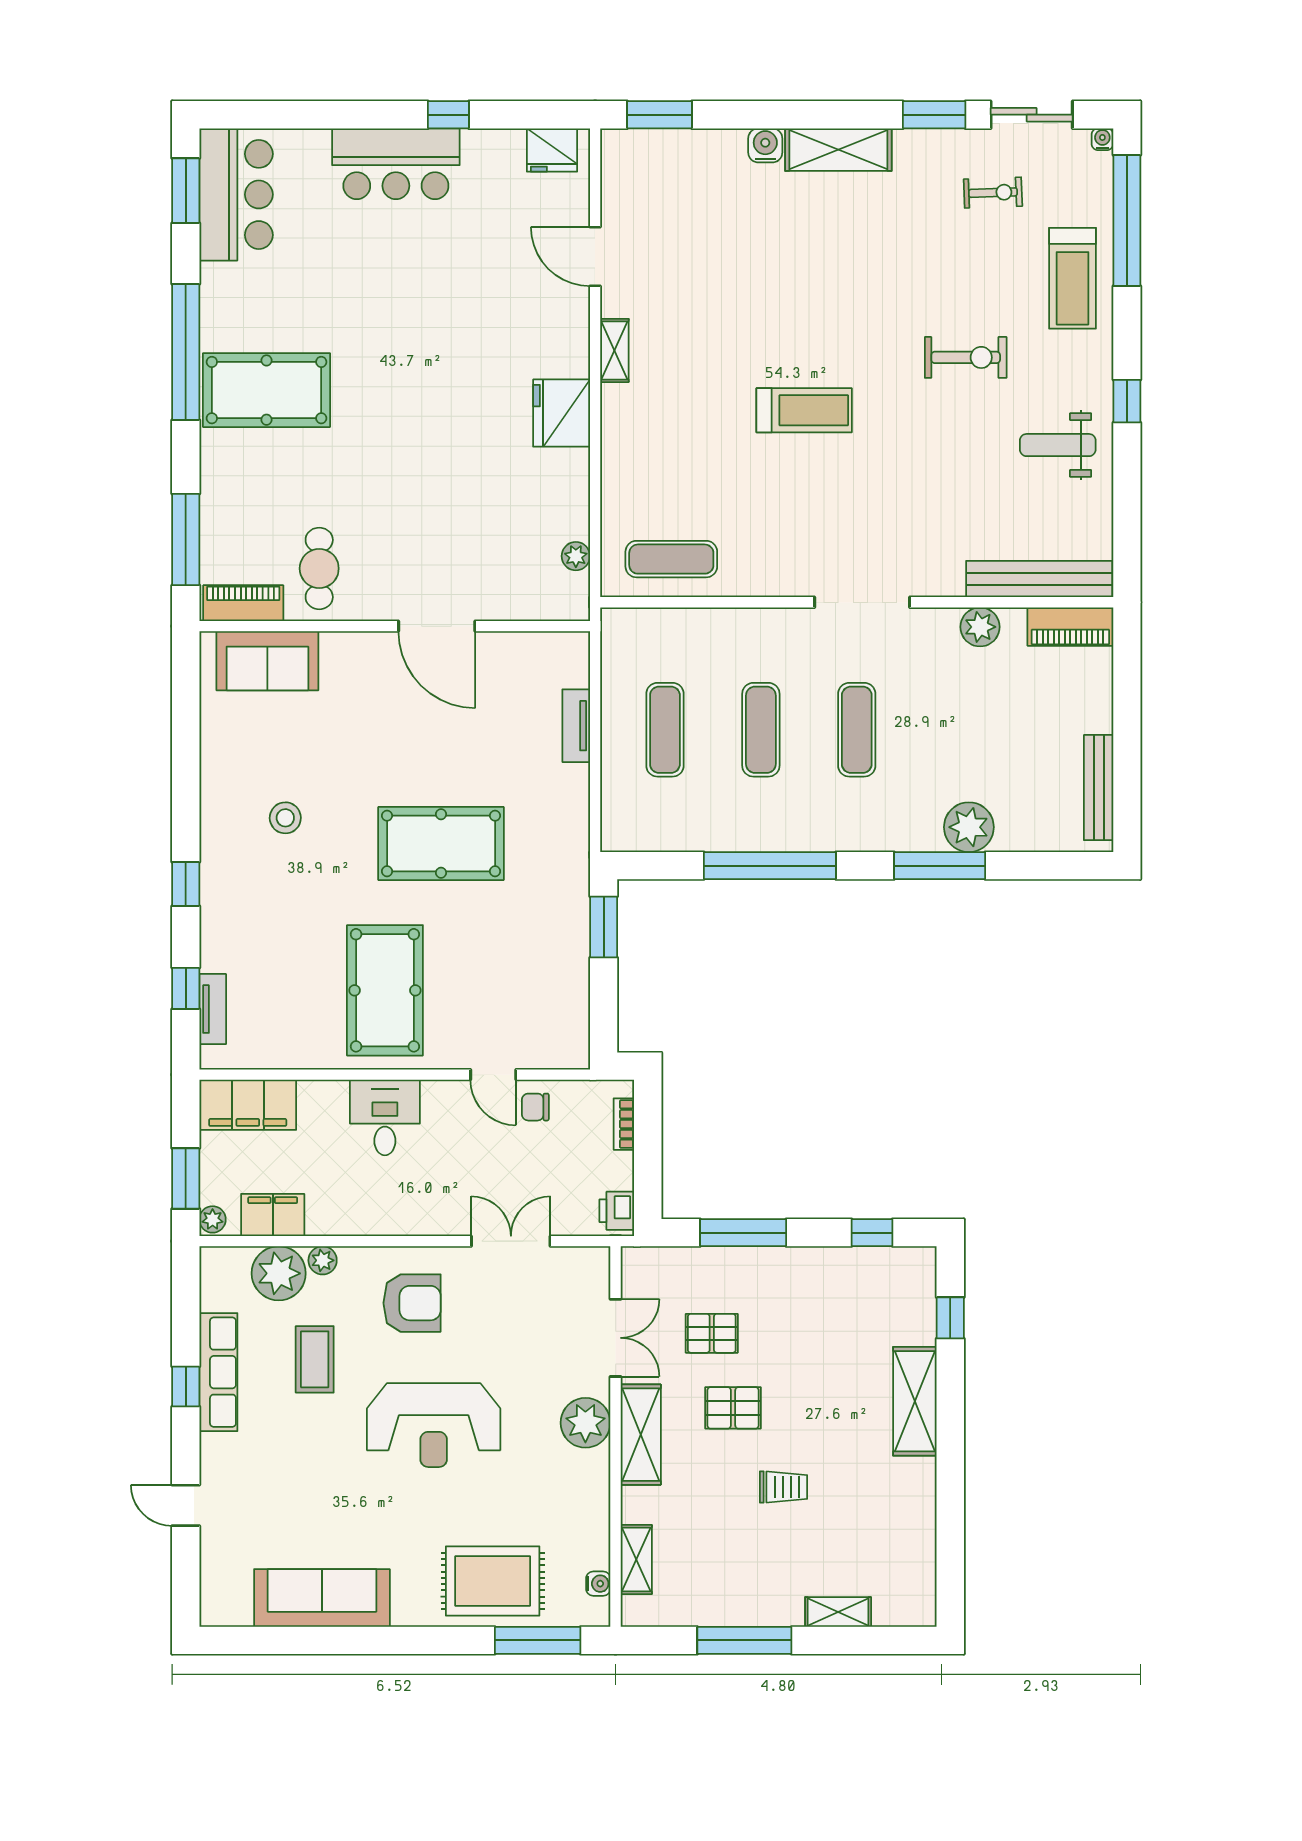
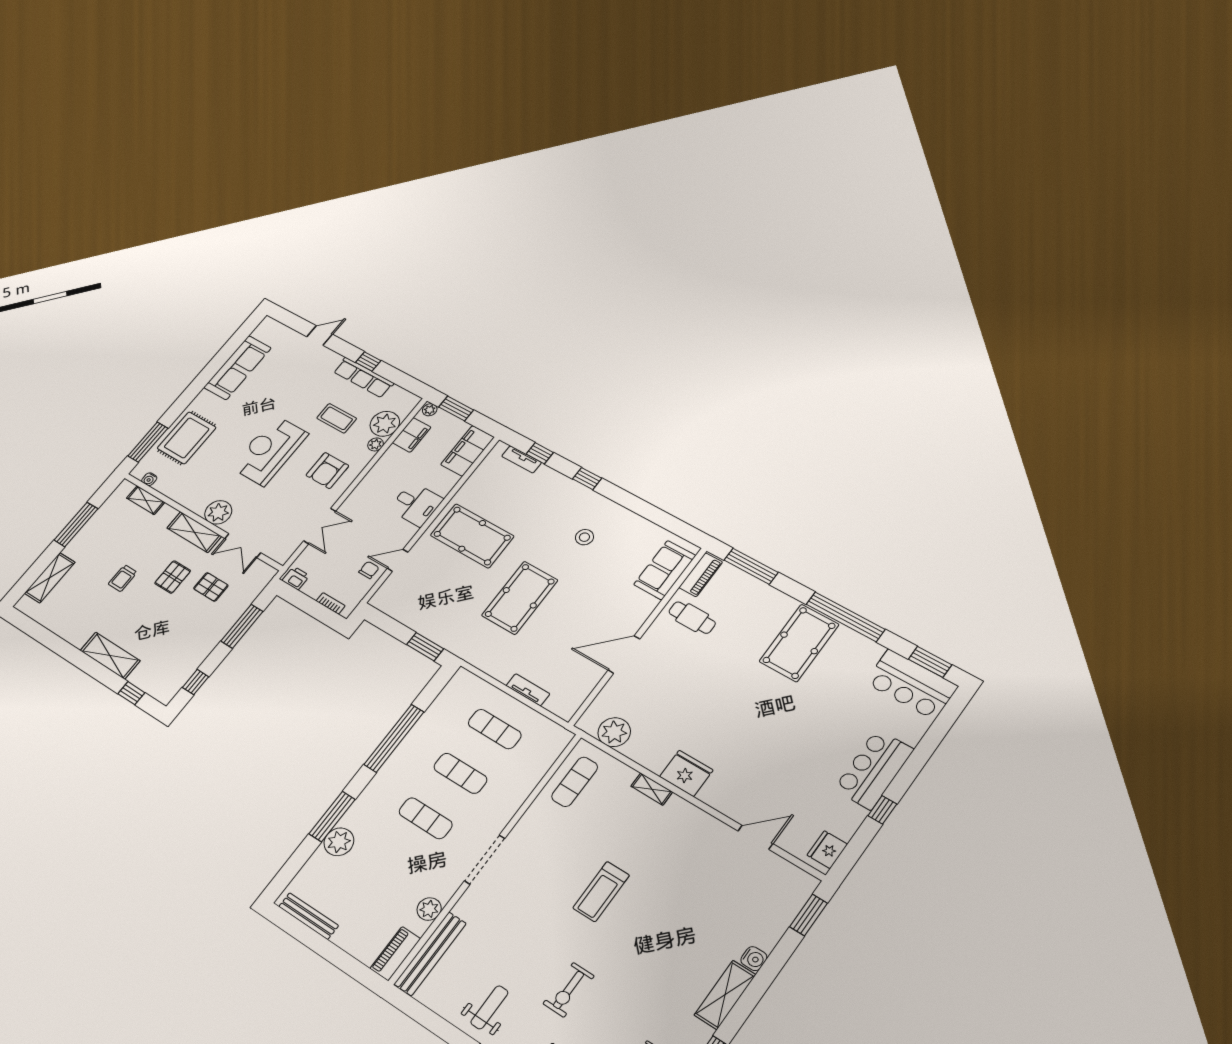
shelving: (614, 350) -> (652, 789), moved
plant: (576, 556) -> (614, 732), width x1.88, depth x1.88
pallet: (712, 1333) -> (211, 587), turned 90
shelving: (838, 1612) -> (50, 578), width x1.50, depth x1.33

